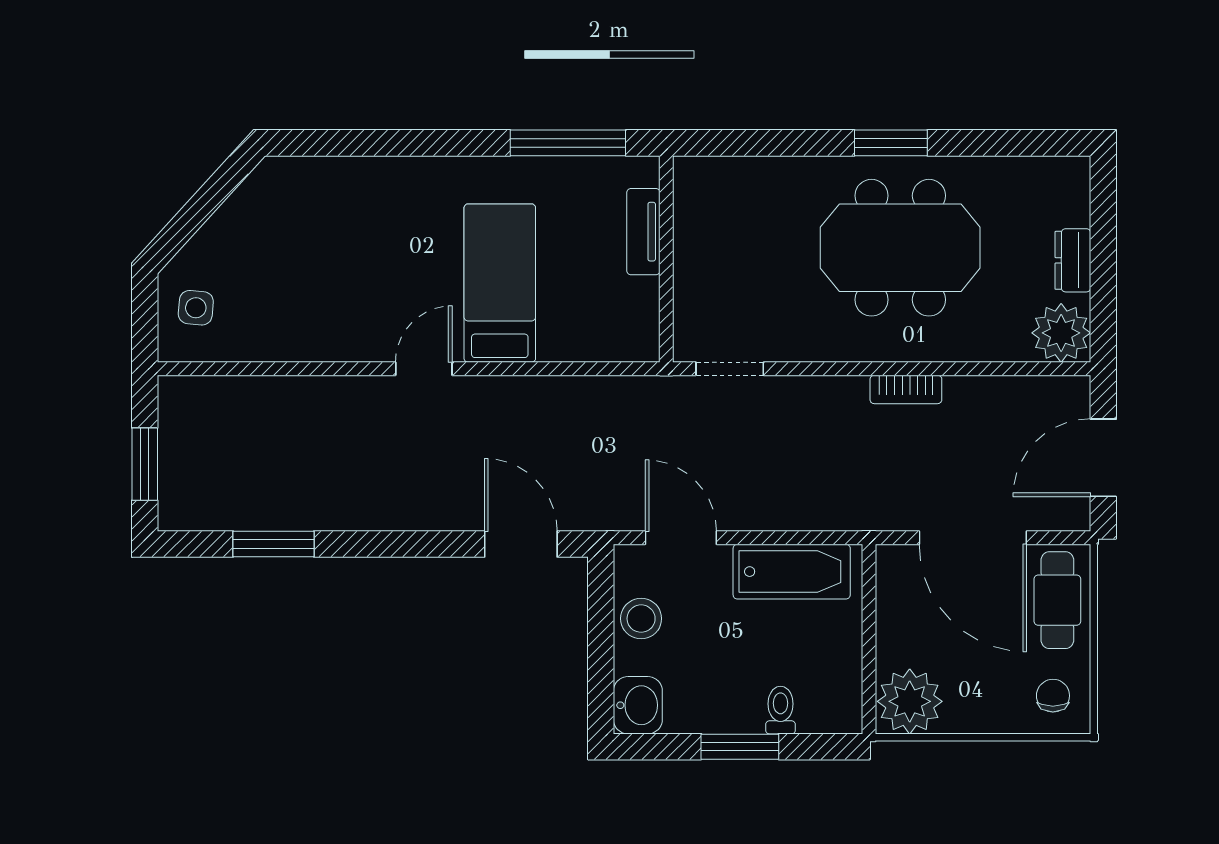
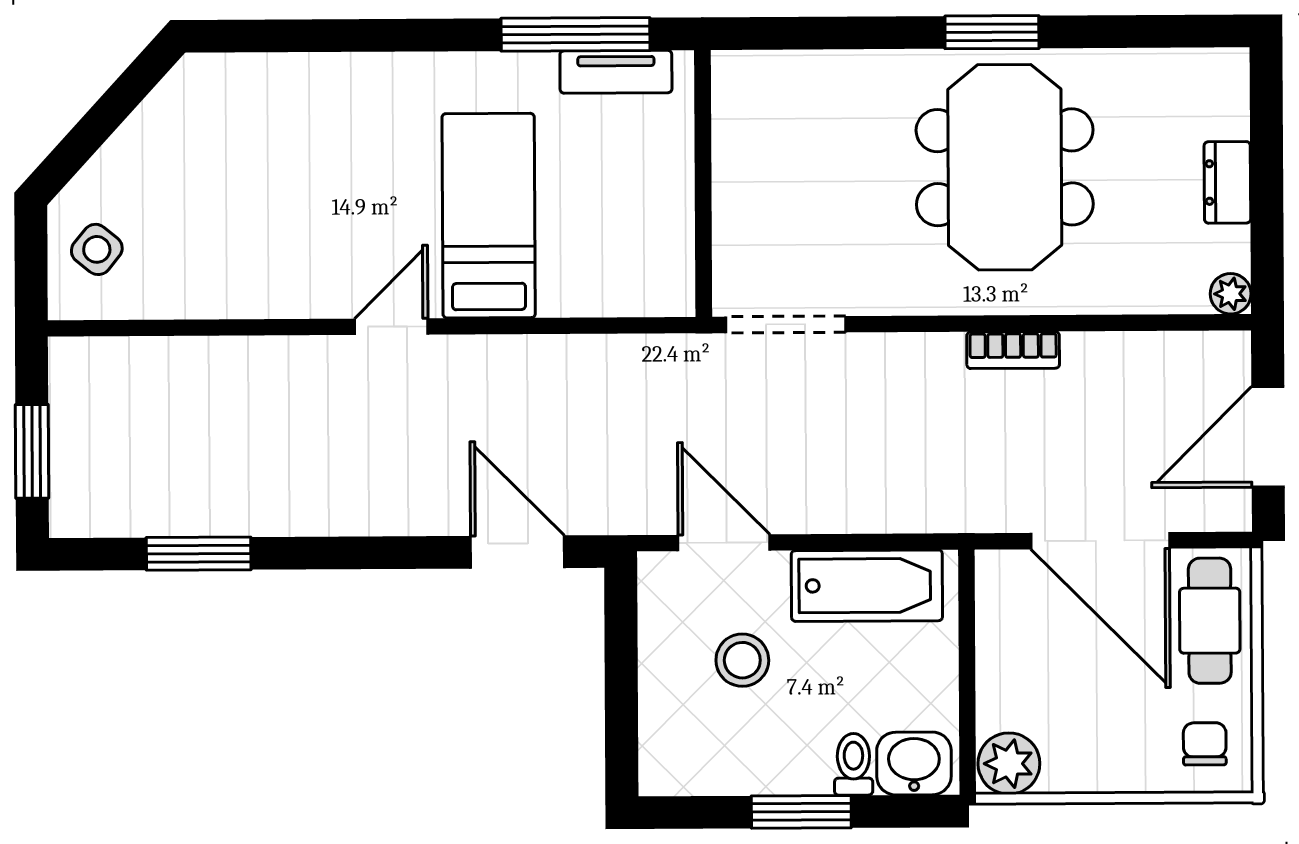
tv unit: (643, 232) -> (616, 72), moved, turned -90
meeting table: (900, 248) -> (1005, 167), turned 90
side table: (196, 308) -> (97, 249), turned 34
plant: (1061, 333) -> (1231, 294), width x0.53, depth x0.53
doorway: (730, 369) -> (786, 325), width x1.38
stool: (641, 619) -> (742, 660), moved
plant: (910, 701) -> (1009, 764), width x0.73, depth x0.73
washbasin: (638, 705) -> (914, 763), moved, turned -90

